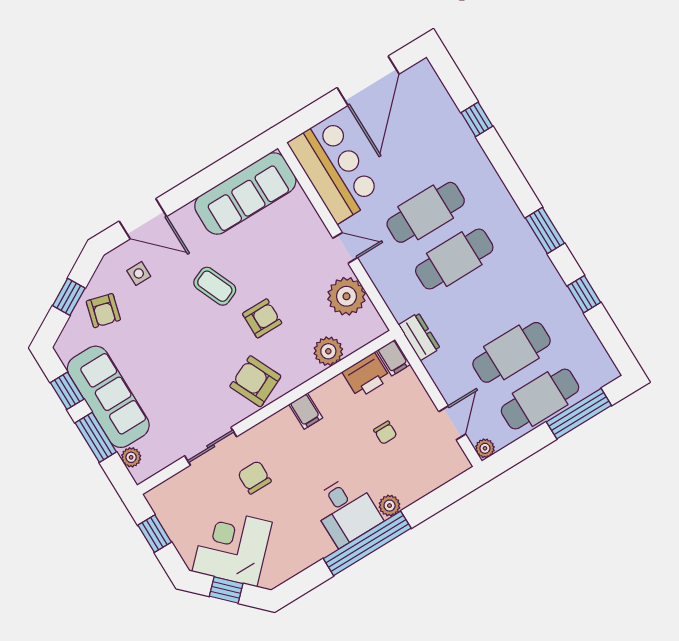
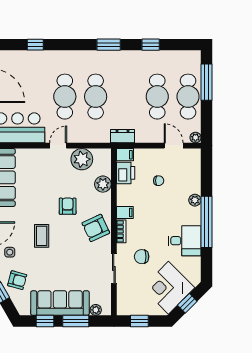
coffee table: (215, 286) -> (42, 236), moved, turned -67
bookcase: (274, 423) -> (121, 231), added
desk: (346, 511) -> (185, 241), moved

